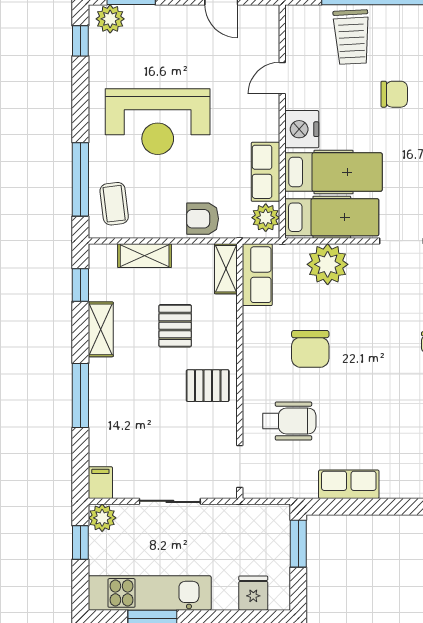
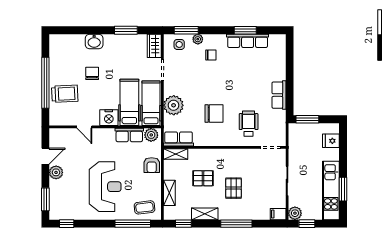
plant: (110, 19) -> (56, 172), moved
pallet: (208, 386) -> (233, 188), moved

